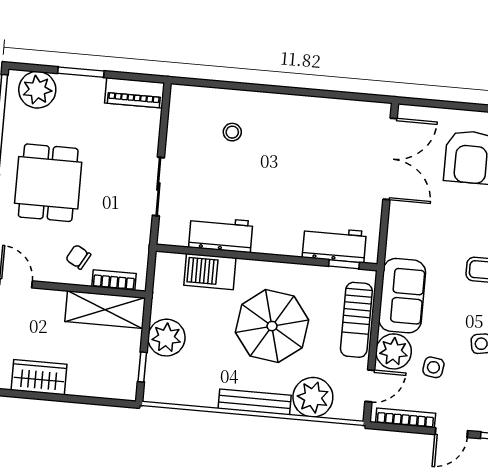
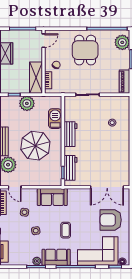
dining table: (48, 183) -> (85, 50), turned 90
workbench: (221, 234) -> (71, 134), moved
sun lounger: (356, 320) -> (41, 179), removed
plant: (394, 351) -> (29, 196), removed

